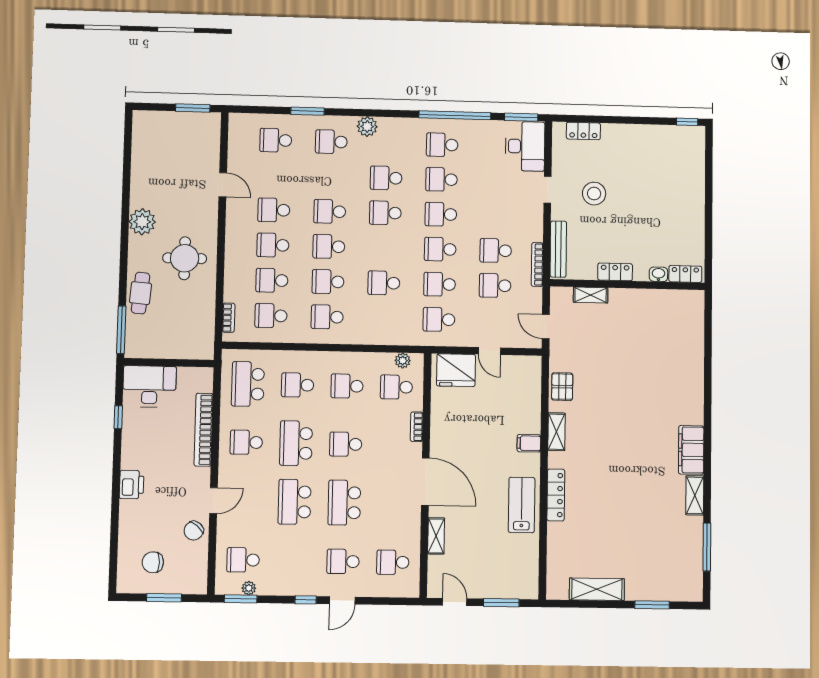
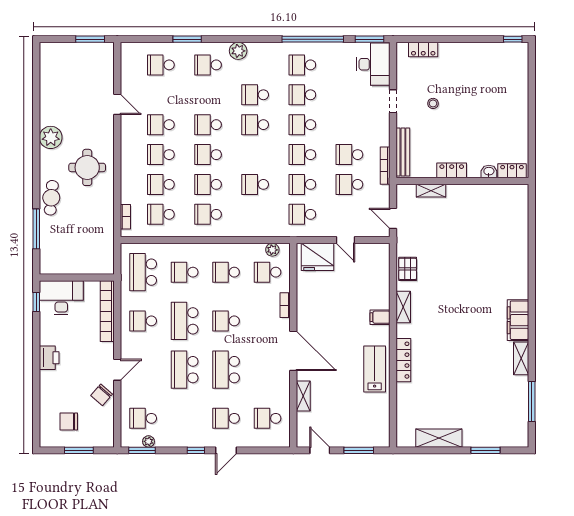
stool: (594, 194) -> (433, 103), width x0.53, depth x0.53
wall: (169, 363) -> (77, 277), moved
desk: (149, 386) -> (61, 298), moved

